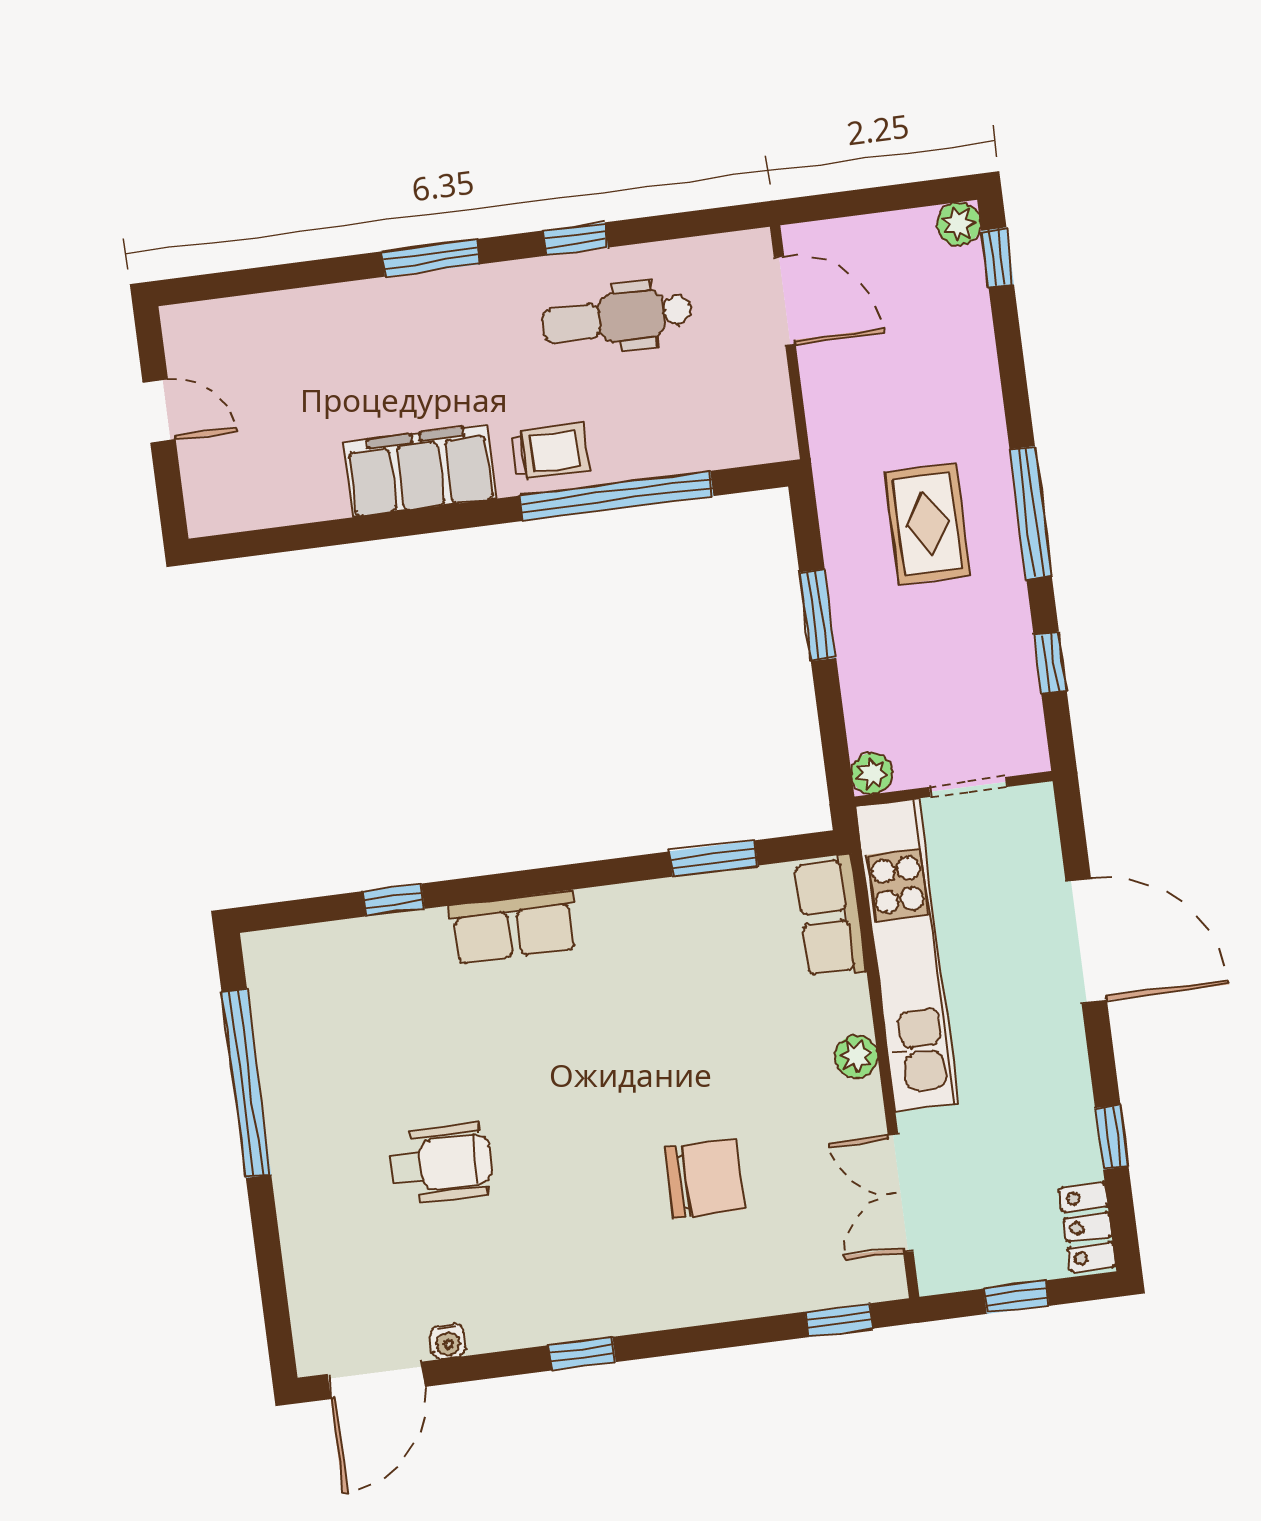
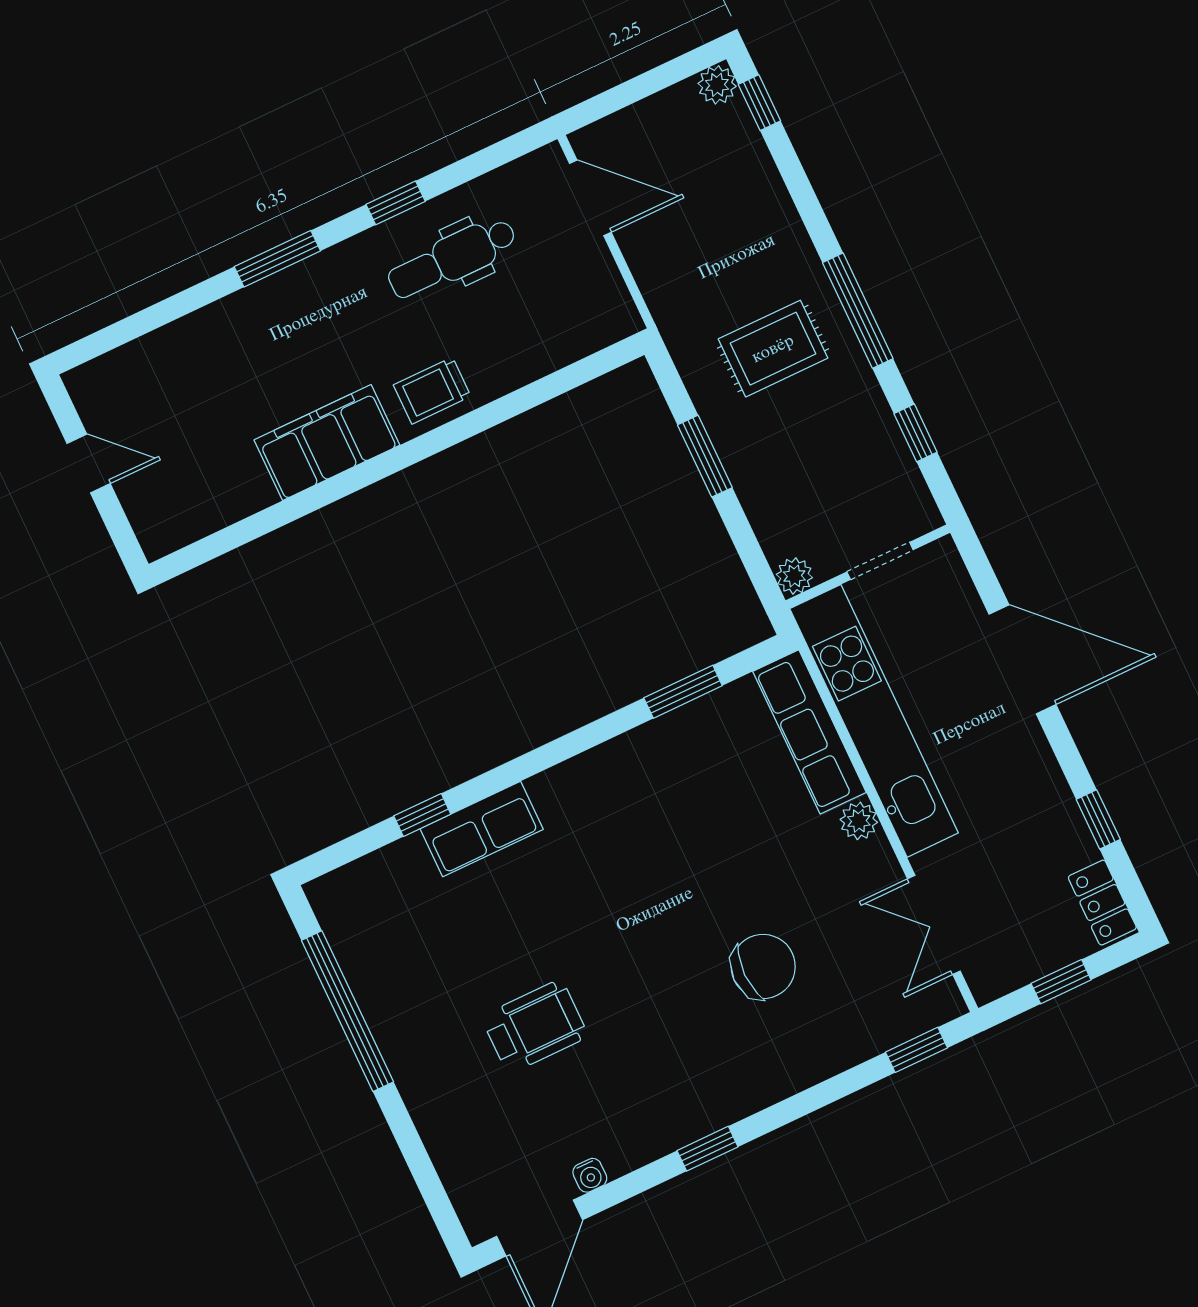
trolley: (550, 452) -> (432, 391), turned 180
window: (617, 496) -> (501, 410), removed
rug: (927, 524) -> (773, 349), turned 90
row of seats: (831, 916) -> (809, 732), width x1.48
row of seats: (514, 927) -> (482, 829), moved

